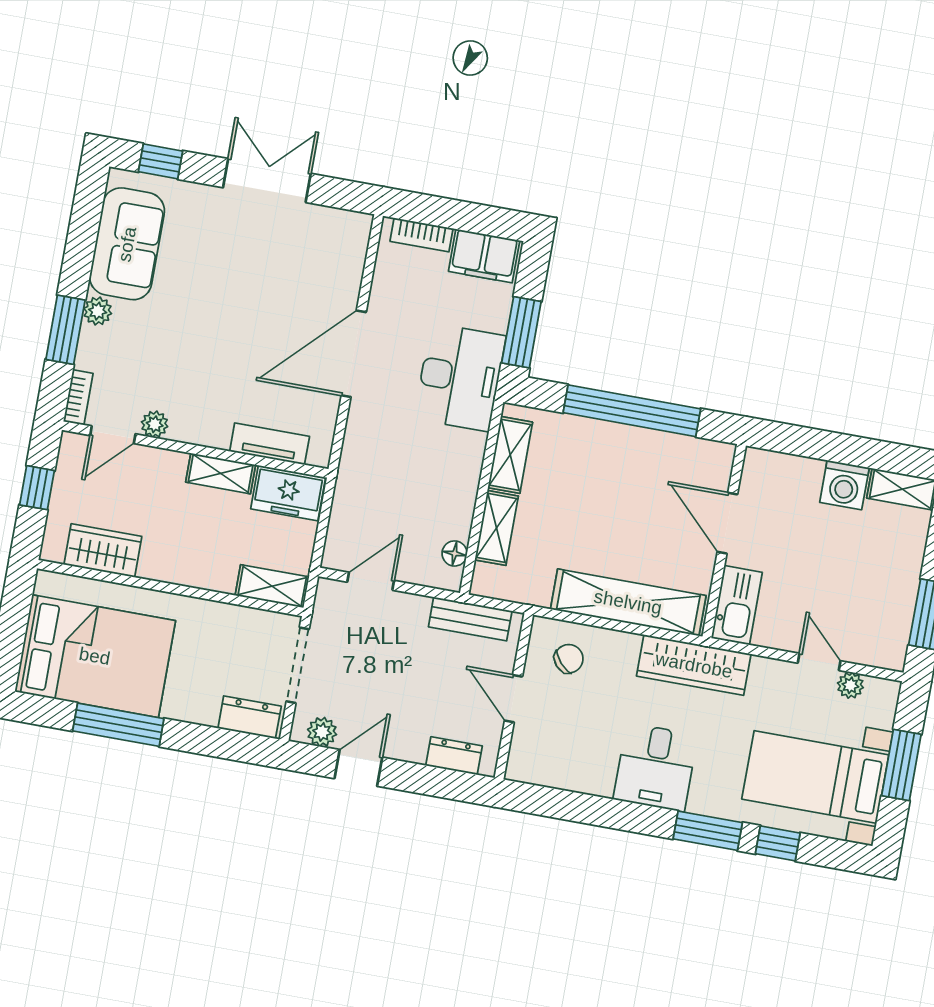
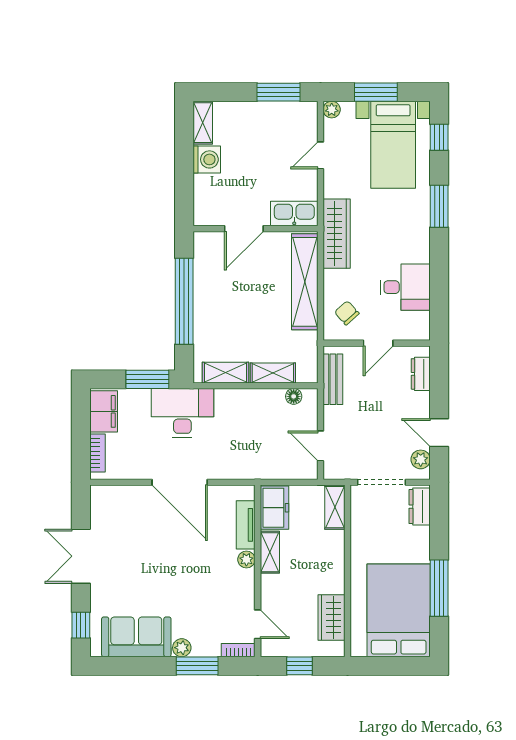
plant: (155, 424) -> (246, 559), moved
plant: (850, 685) -> (332, 110), moved
desk: (655, 767) -> (405, 287), moved
window: (778, 843) -> (439, 137), moved

